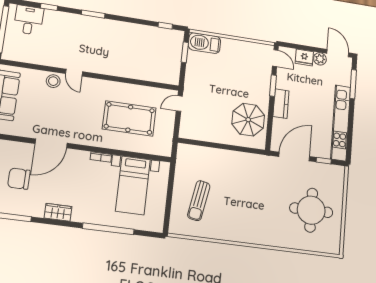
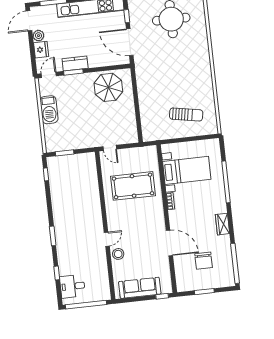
barbecue: (204, 43) -> (49, 110), moved
kitchen counter: (281, 104) -> (75, 64), moved
pool table: (129, 118) -> (133, 186), turned 90

